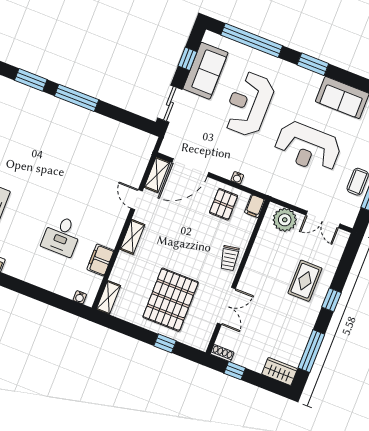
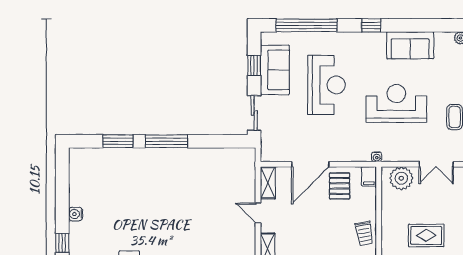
window: (313, 64) -> (371, 25), width x0.67
reception desk: (249, 104) -> (326, 85), turned 180
reception desk: (308, 147) -> (396, 103), turned 180
door: (190, 167) -> (310, 164), moved
water cooler: (237, 178) -> (377, 157), moved
rug: (305, 281) -> (426, 235), moved, turned 90

